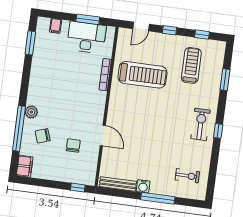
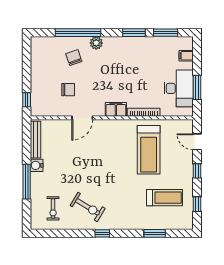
window: (26, 74) -> (134, 33), added
exercise bike: (201, 124) -> (88, 207), moved, turned 31
filing cabinet: (25, 166) -> (116, 109), moved, turned 180

